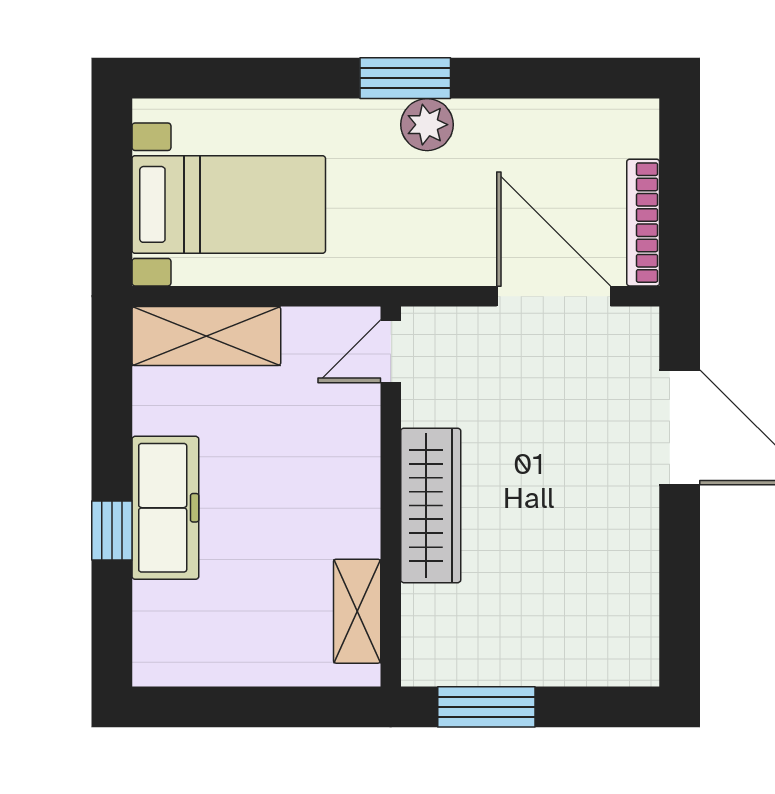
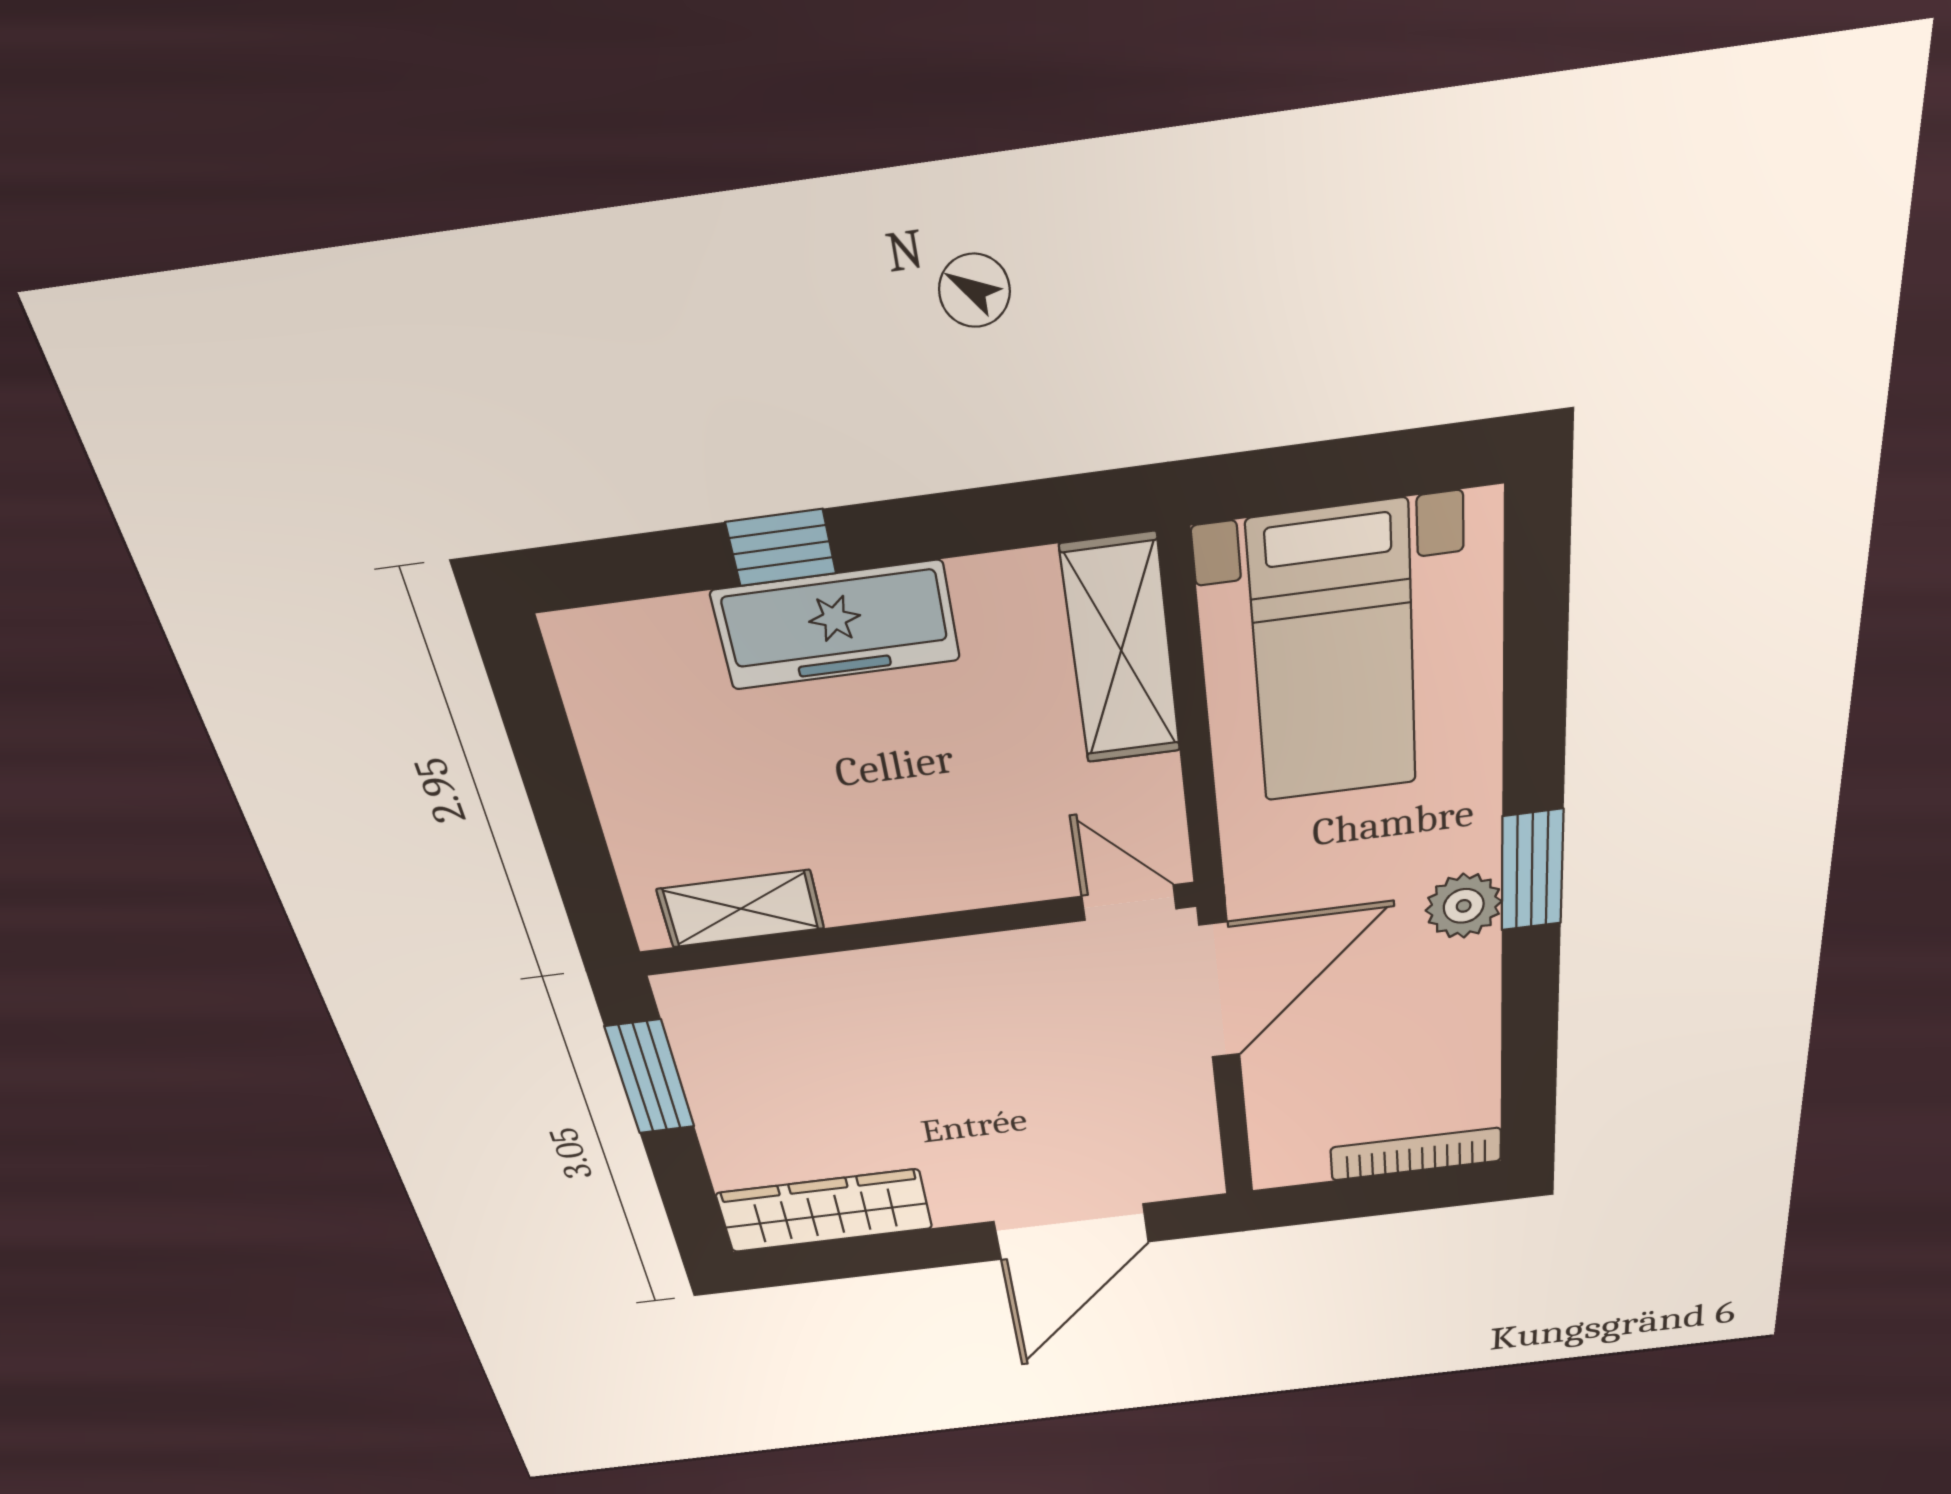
bookcase: (643, 223) -> (1416, 1154), moved
door: (554, 296) -> (1220, 991), moved
wardrobe: (431, 505) -> (825, 1211), moved, turned 180

